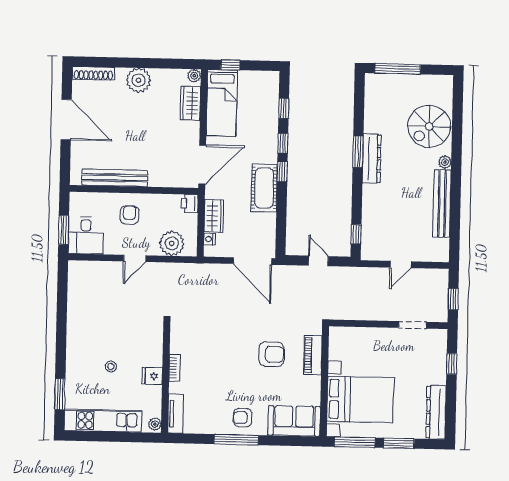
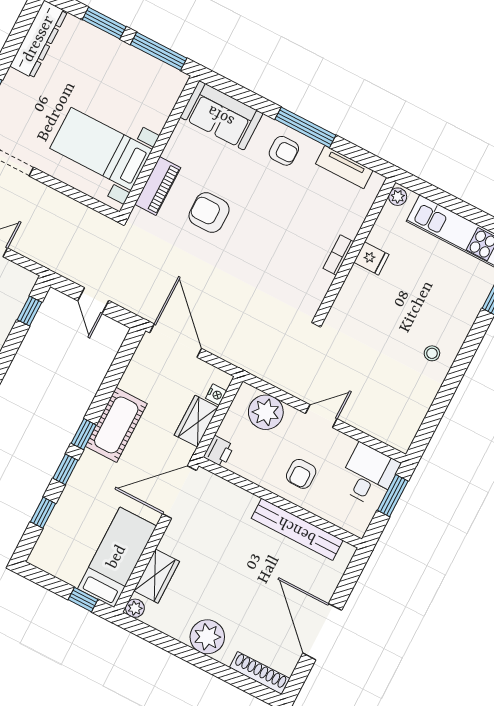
stool: (111, 367) -> (432, 353), moved
bed with nightstands: (360, 399) -> (101, 149), moved, width x0.73
tv unit: (176, 414) -> (344, 167), moved, turned -90

